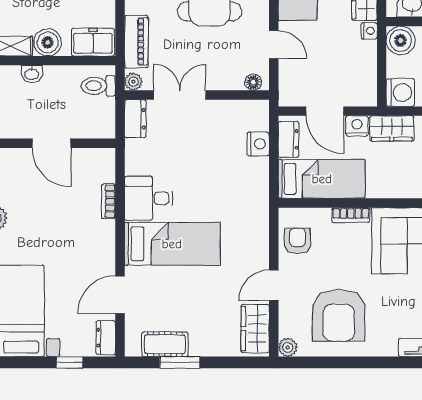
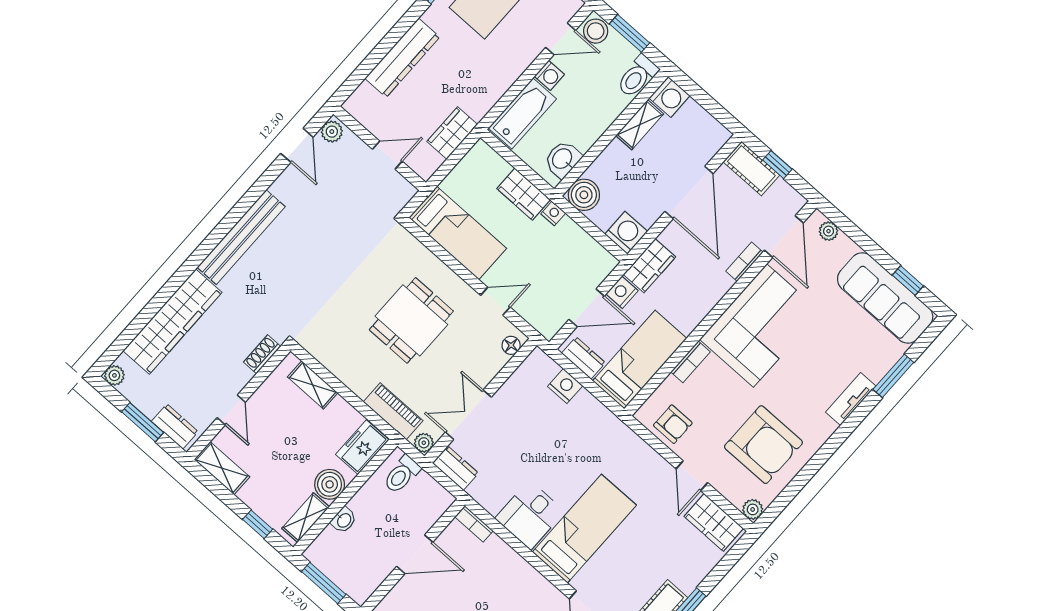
bookcase: (108, 201) -> (474, 524), moved
armchair: (298, 241) -> (673, 424), turned 180

